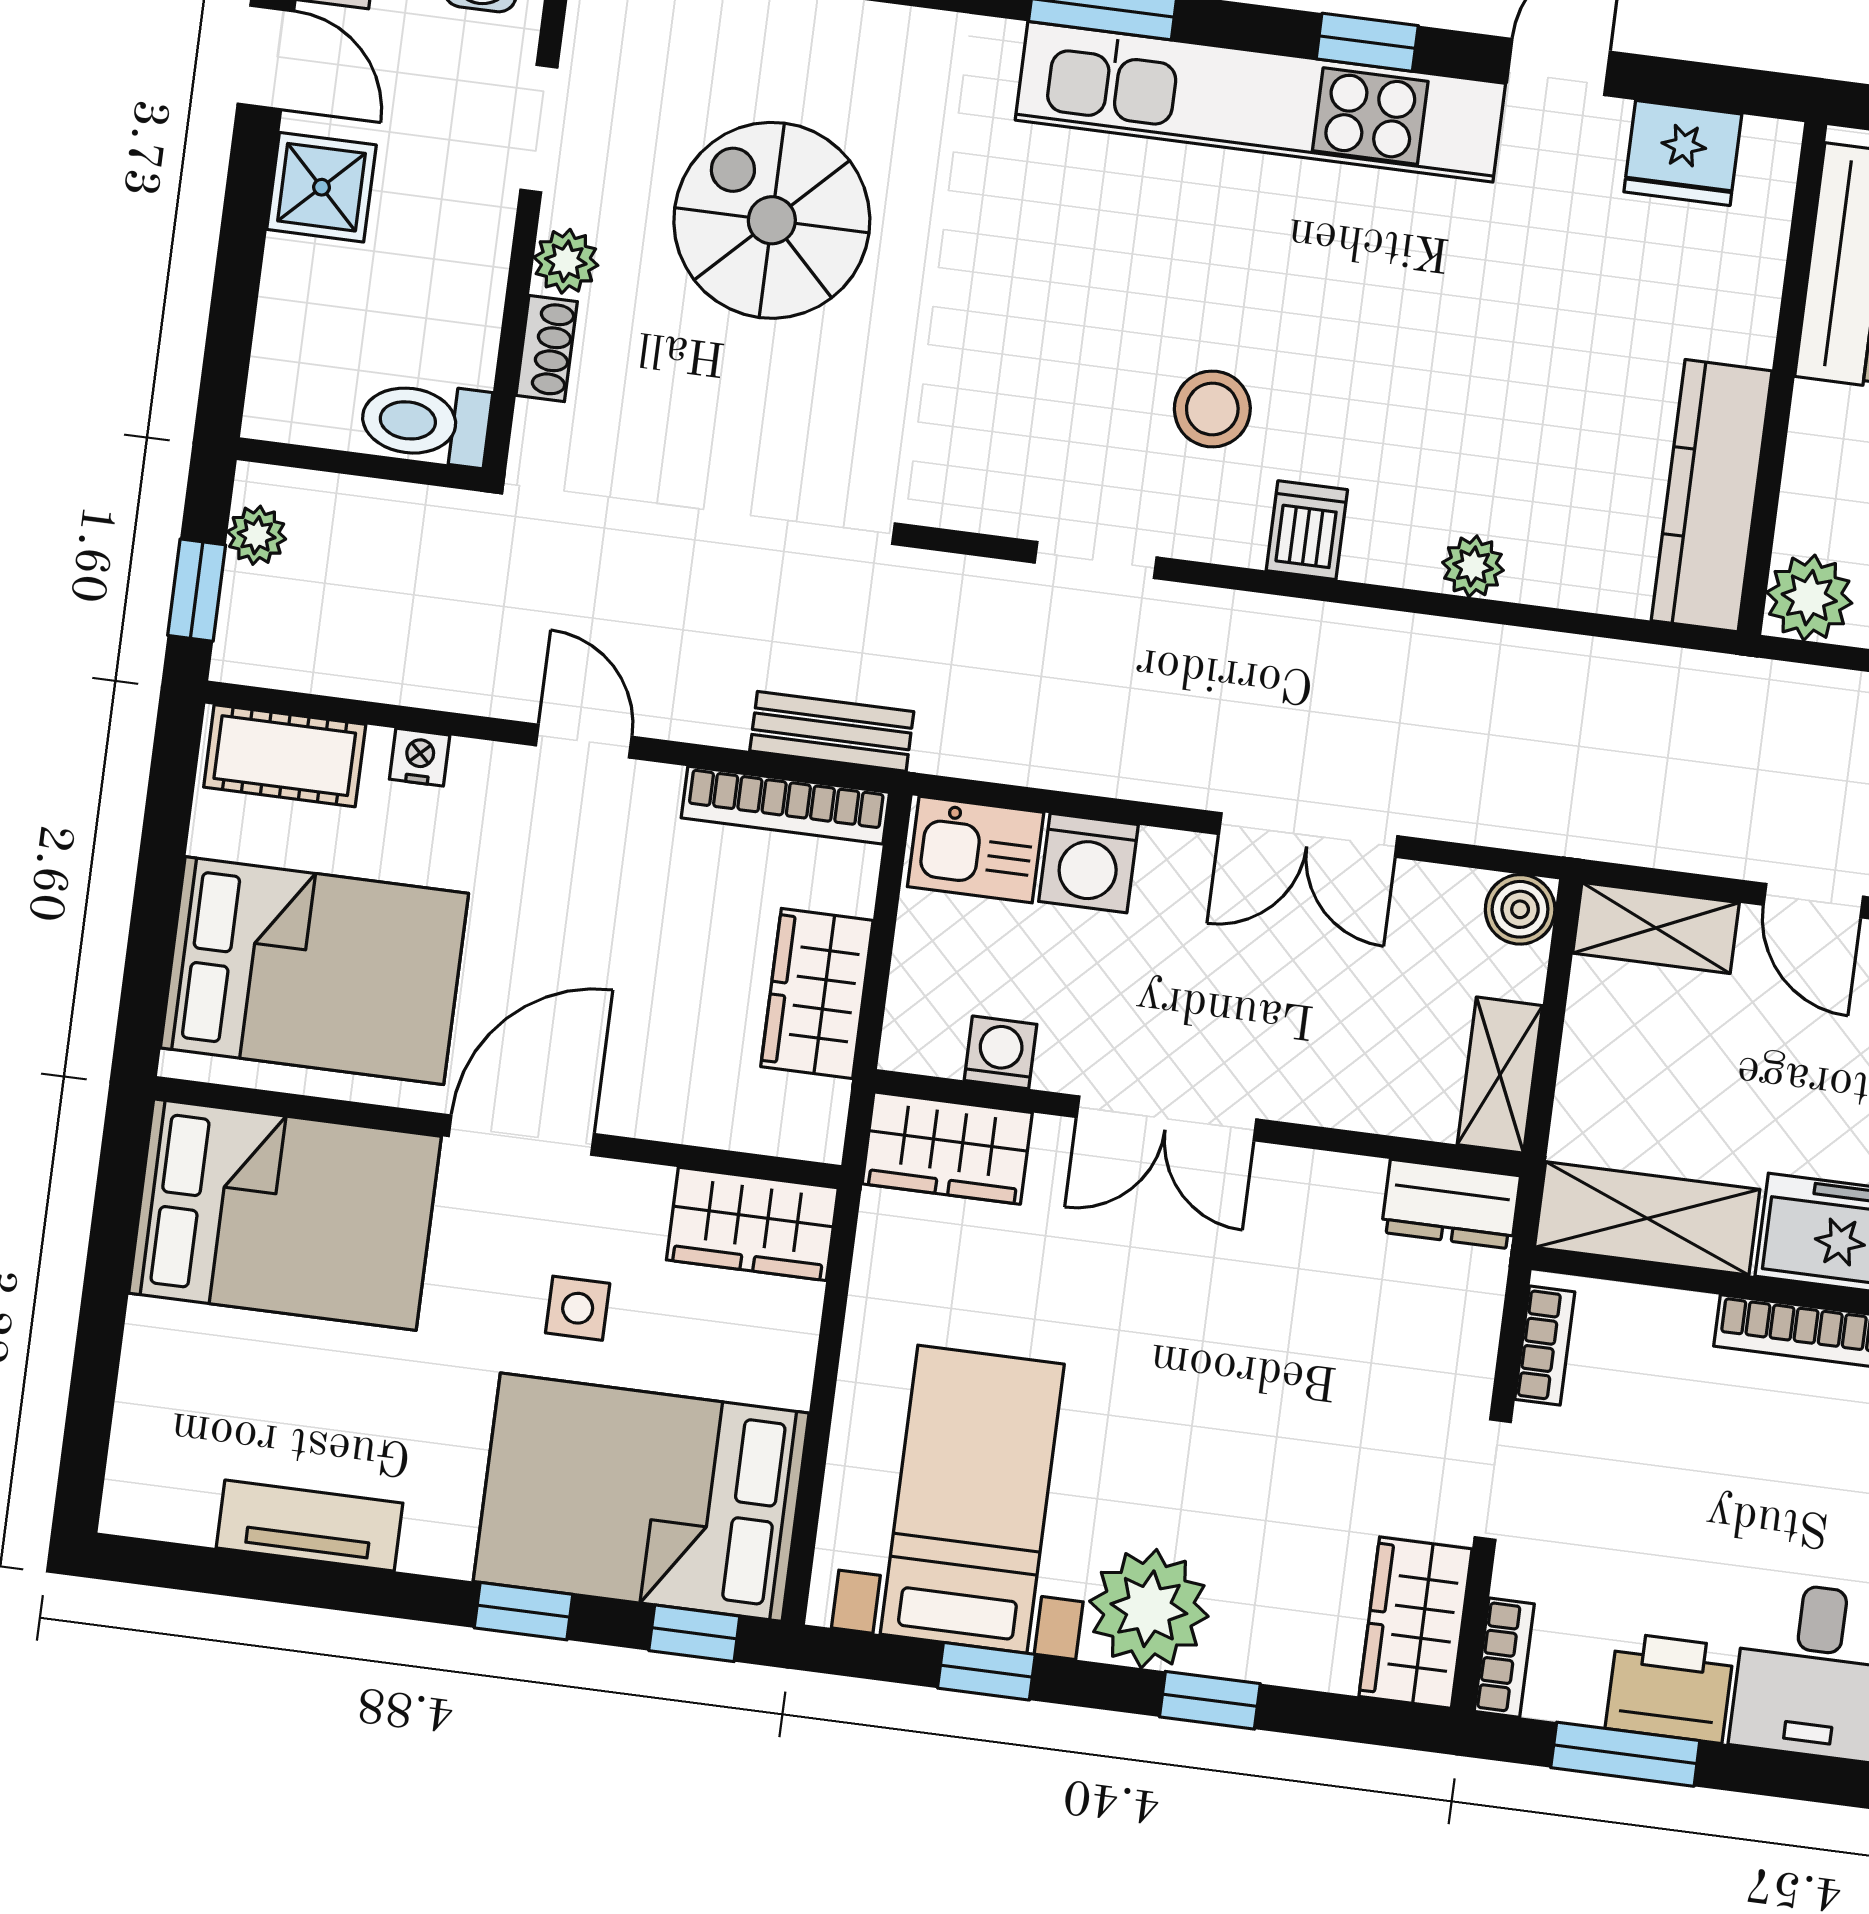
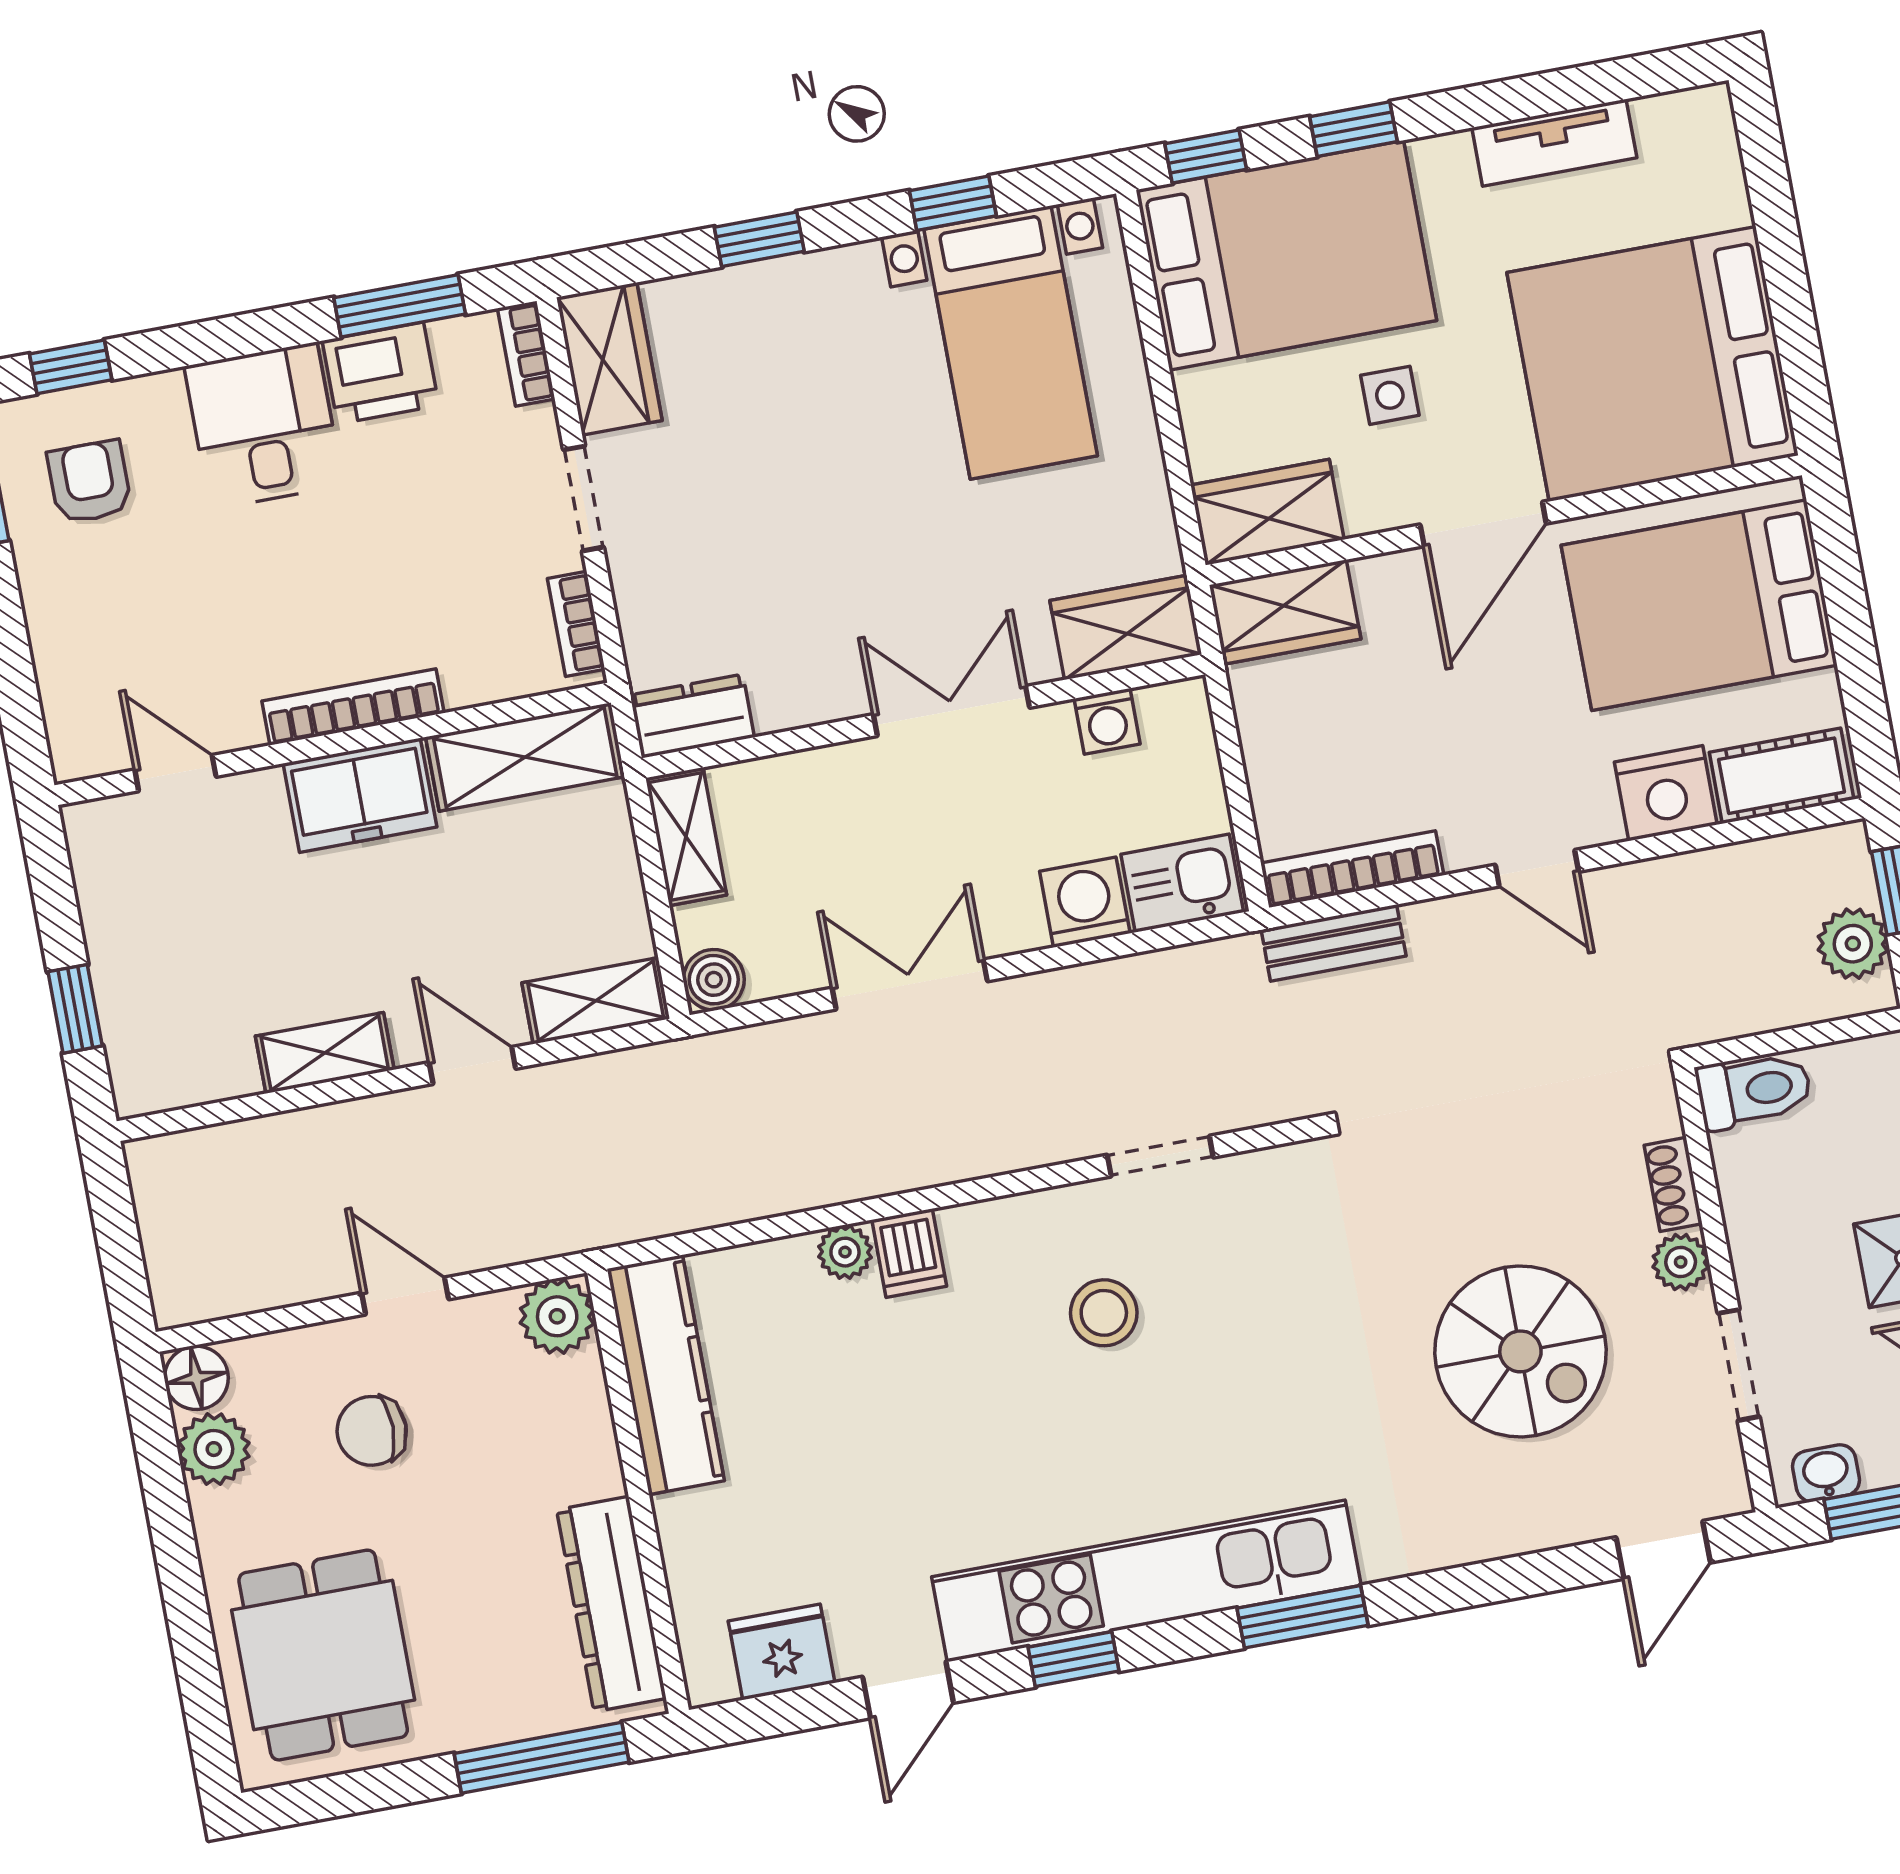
dishwasher: (1307, 530) -> (909, 1253), moved
plant: (257, 535) -> (1853, 944), width x1.38, depth x1.38
nightstand: (420, 757) -> (1666, 793), width x1.89, depth x1.79
wardrobe: (817, 993) -> (1285, 612), moved, turned 90
bed: (285, 1215) -> (1653, 364), width x1.36
plant: (1149, 1609) -> (835, 299), removed

